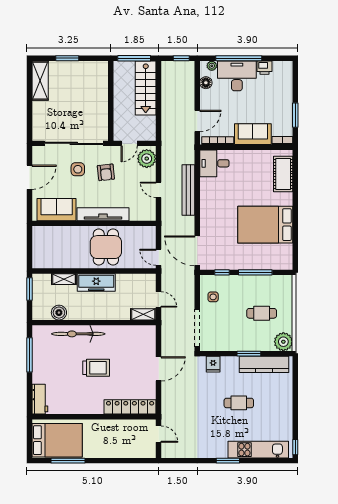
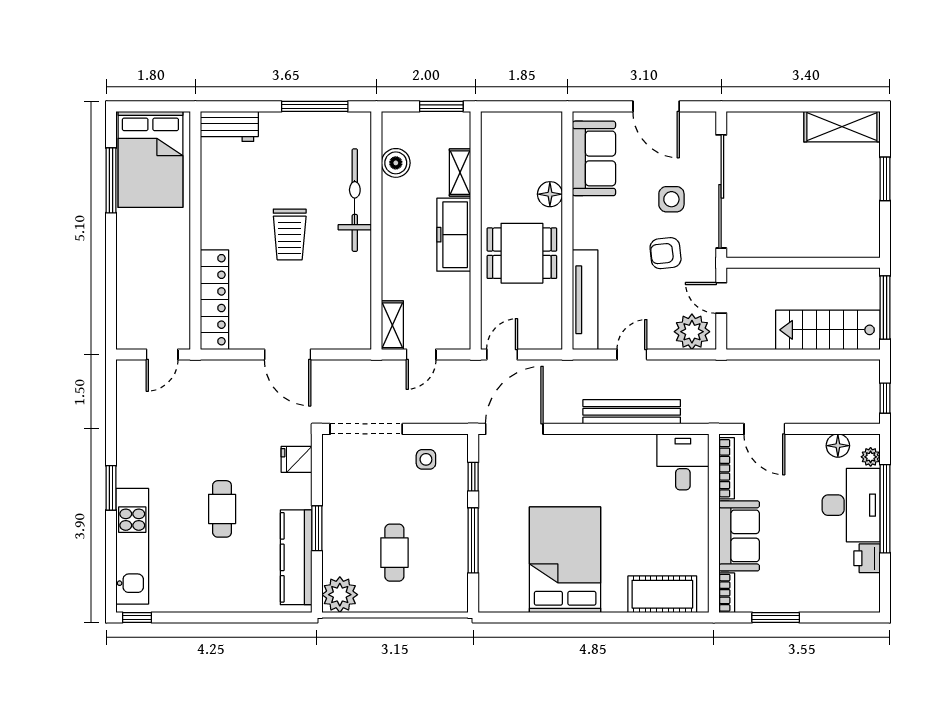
tv unit: (103, 214) -> (585, 300), moved
floor lamp: (75, 232) -> (550, 194), added

